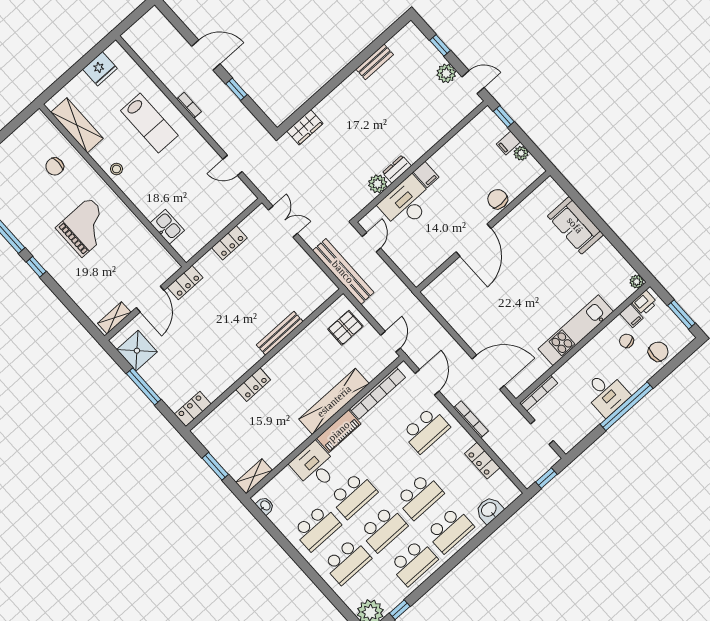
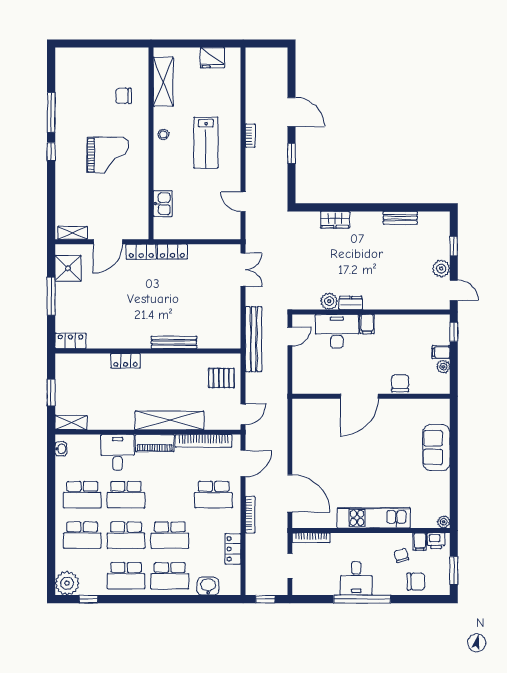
lab bench: (149, 123) -> (206, 143), moved
wardrobe: (305, 127) -> (335, 220), moved
locker: (229, 243) -> (172, 252), moved

